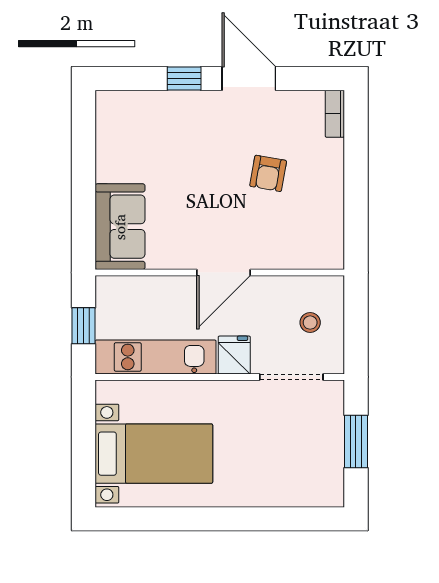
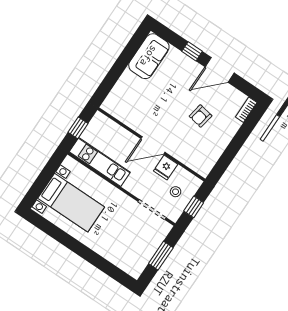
door: (249, 78) -> (220, 70), swing flipped
sofa: (120, 227) -> (149, 56), moved
window: (356, 327) -> (194, 207), added
fridge: (234, 355) -> (166, 168), moved, turned 180

